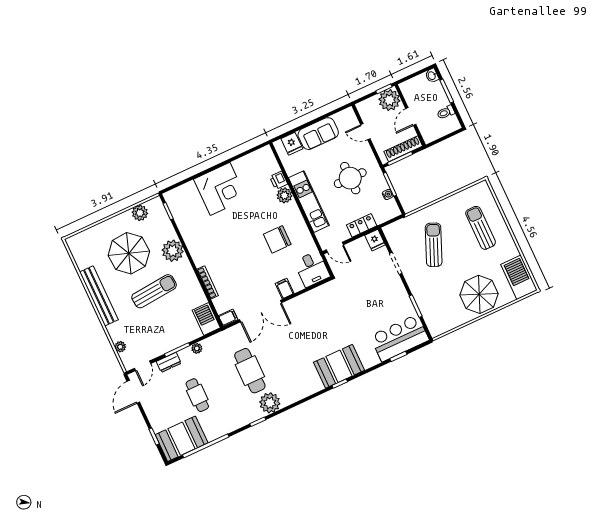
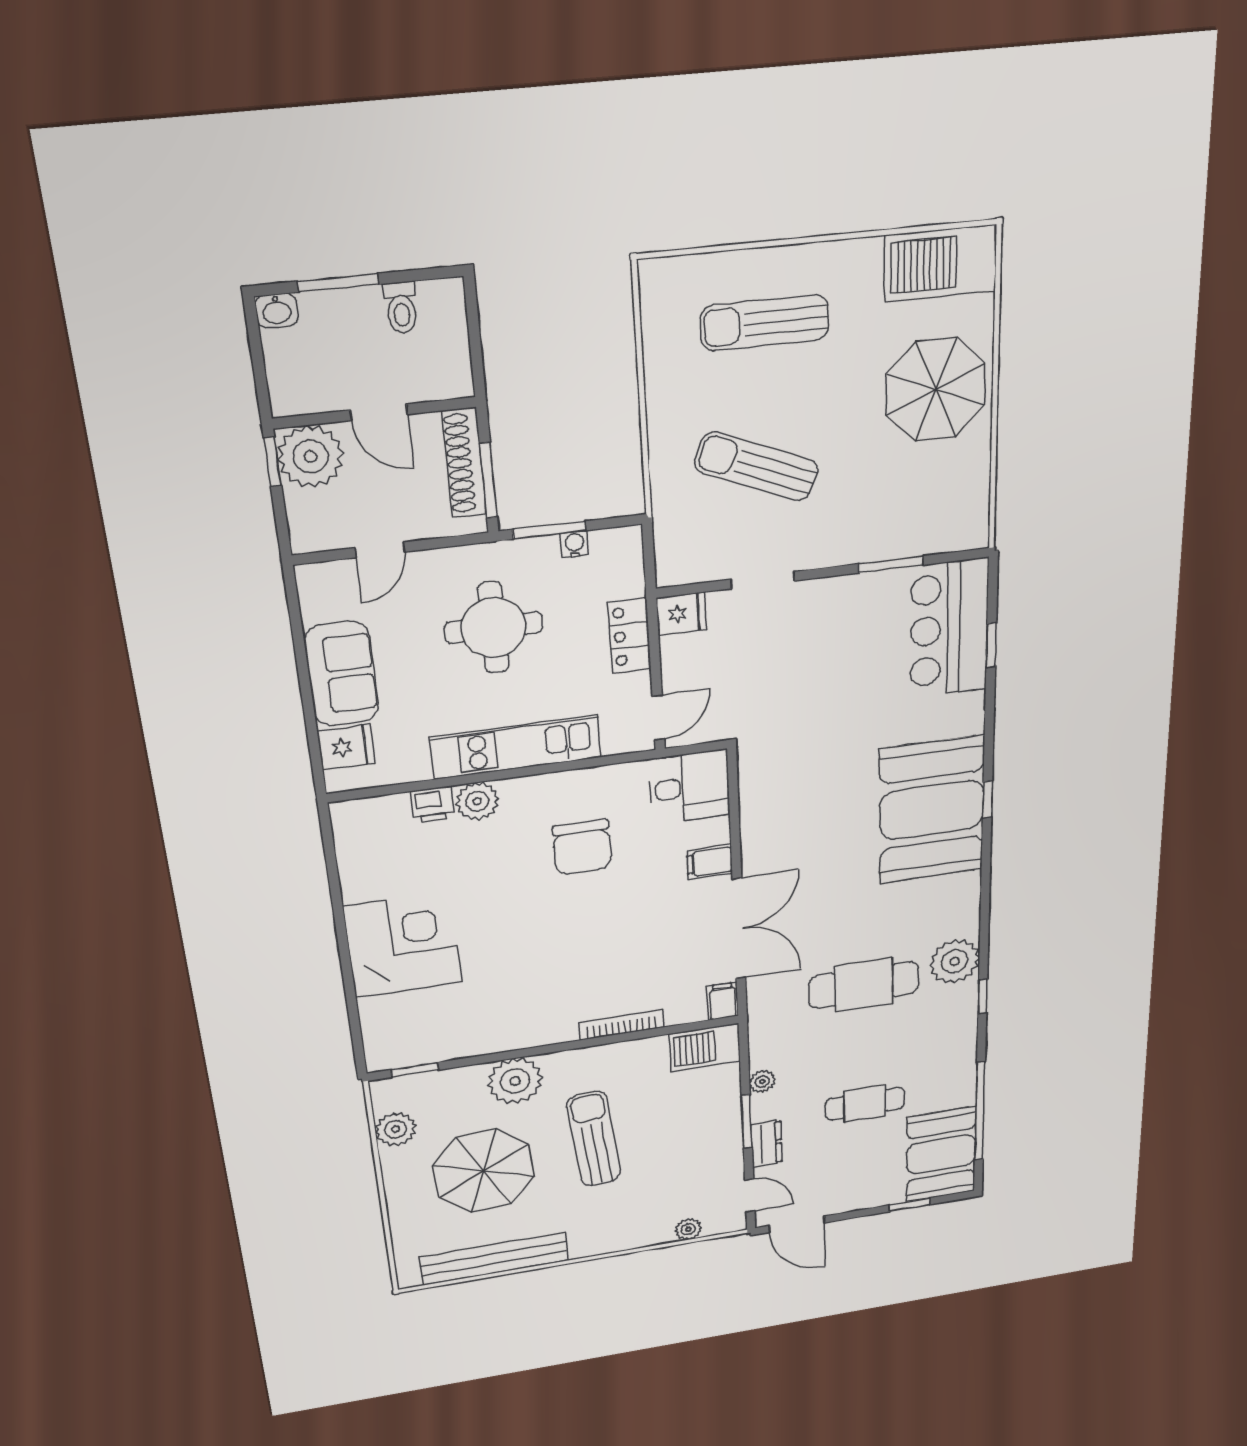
bench: (99, 296) -> (494, 1259), moved
booth: (339, 366) -> (932, 810), width x1.36, depth x1.42

